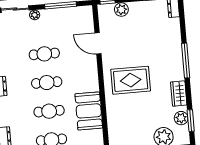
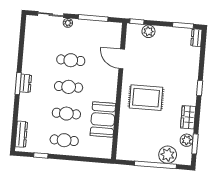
window: (186, 61) -> (200, 88), width x0.46

